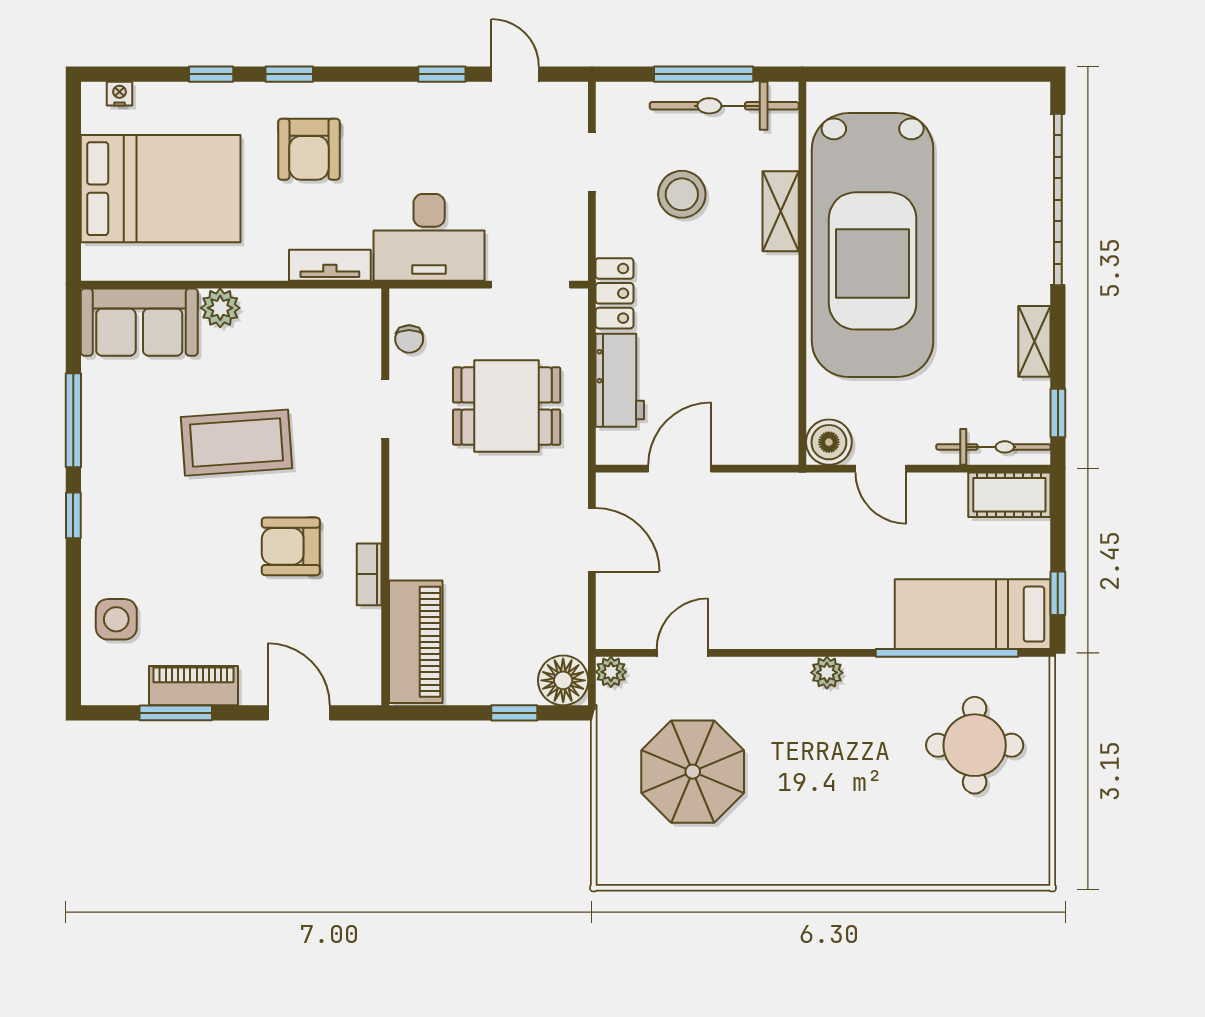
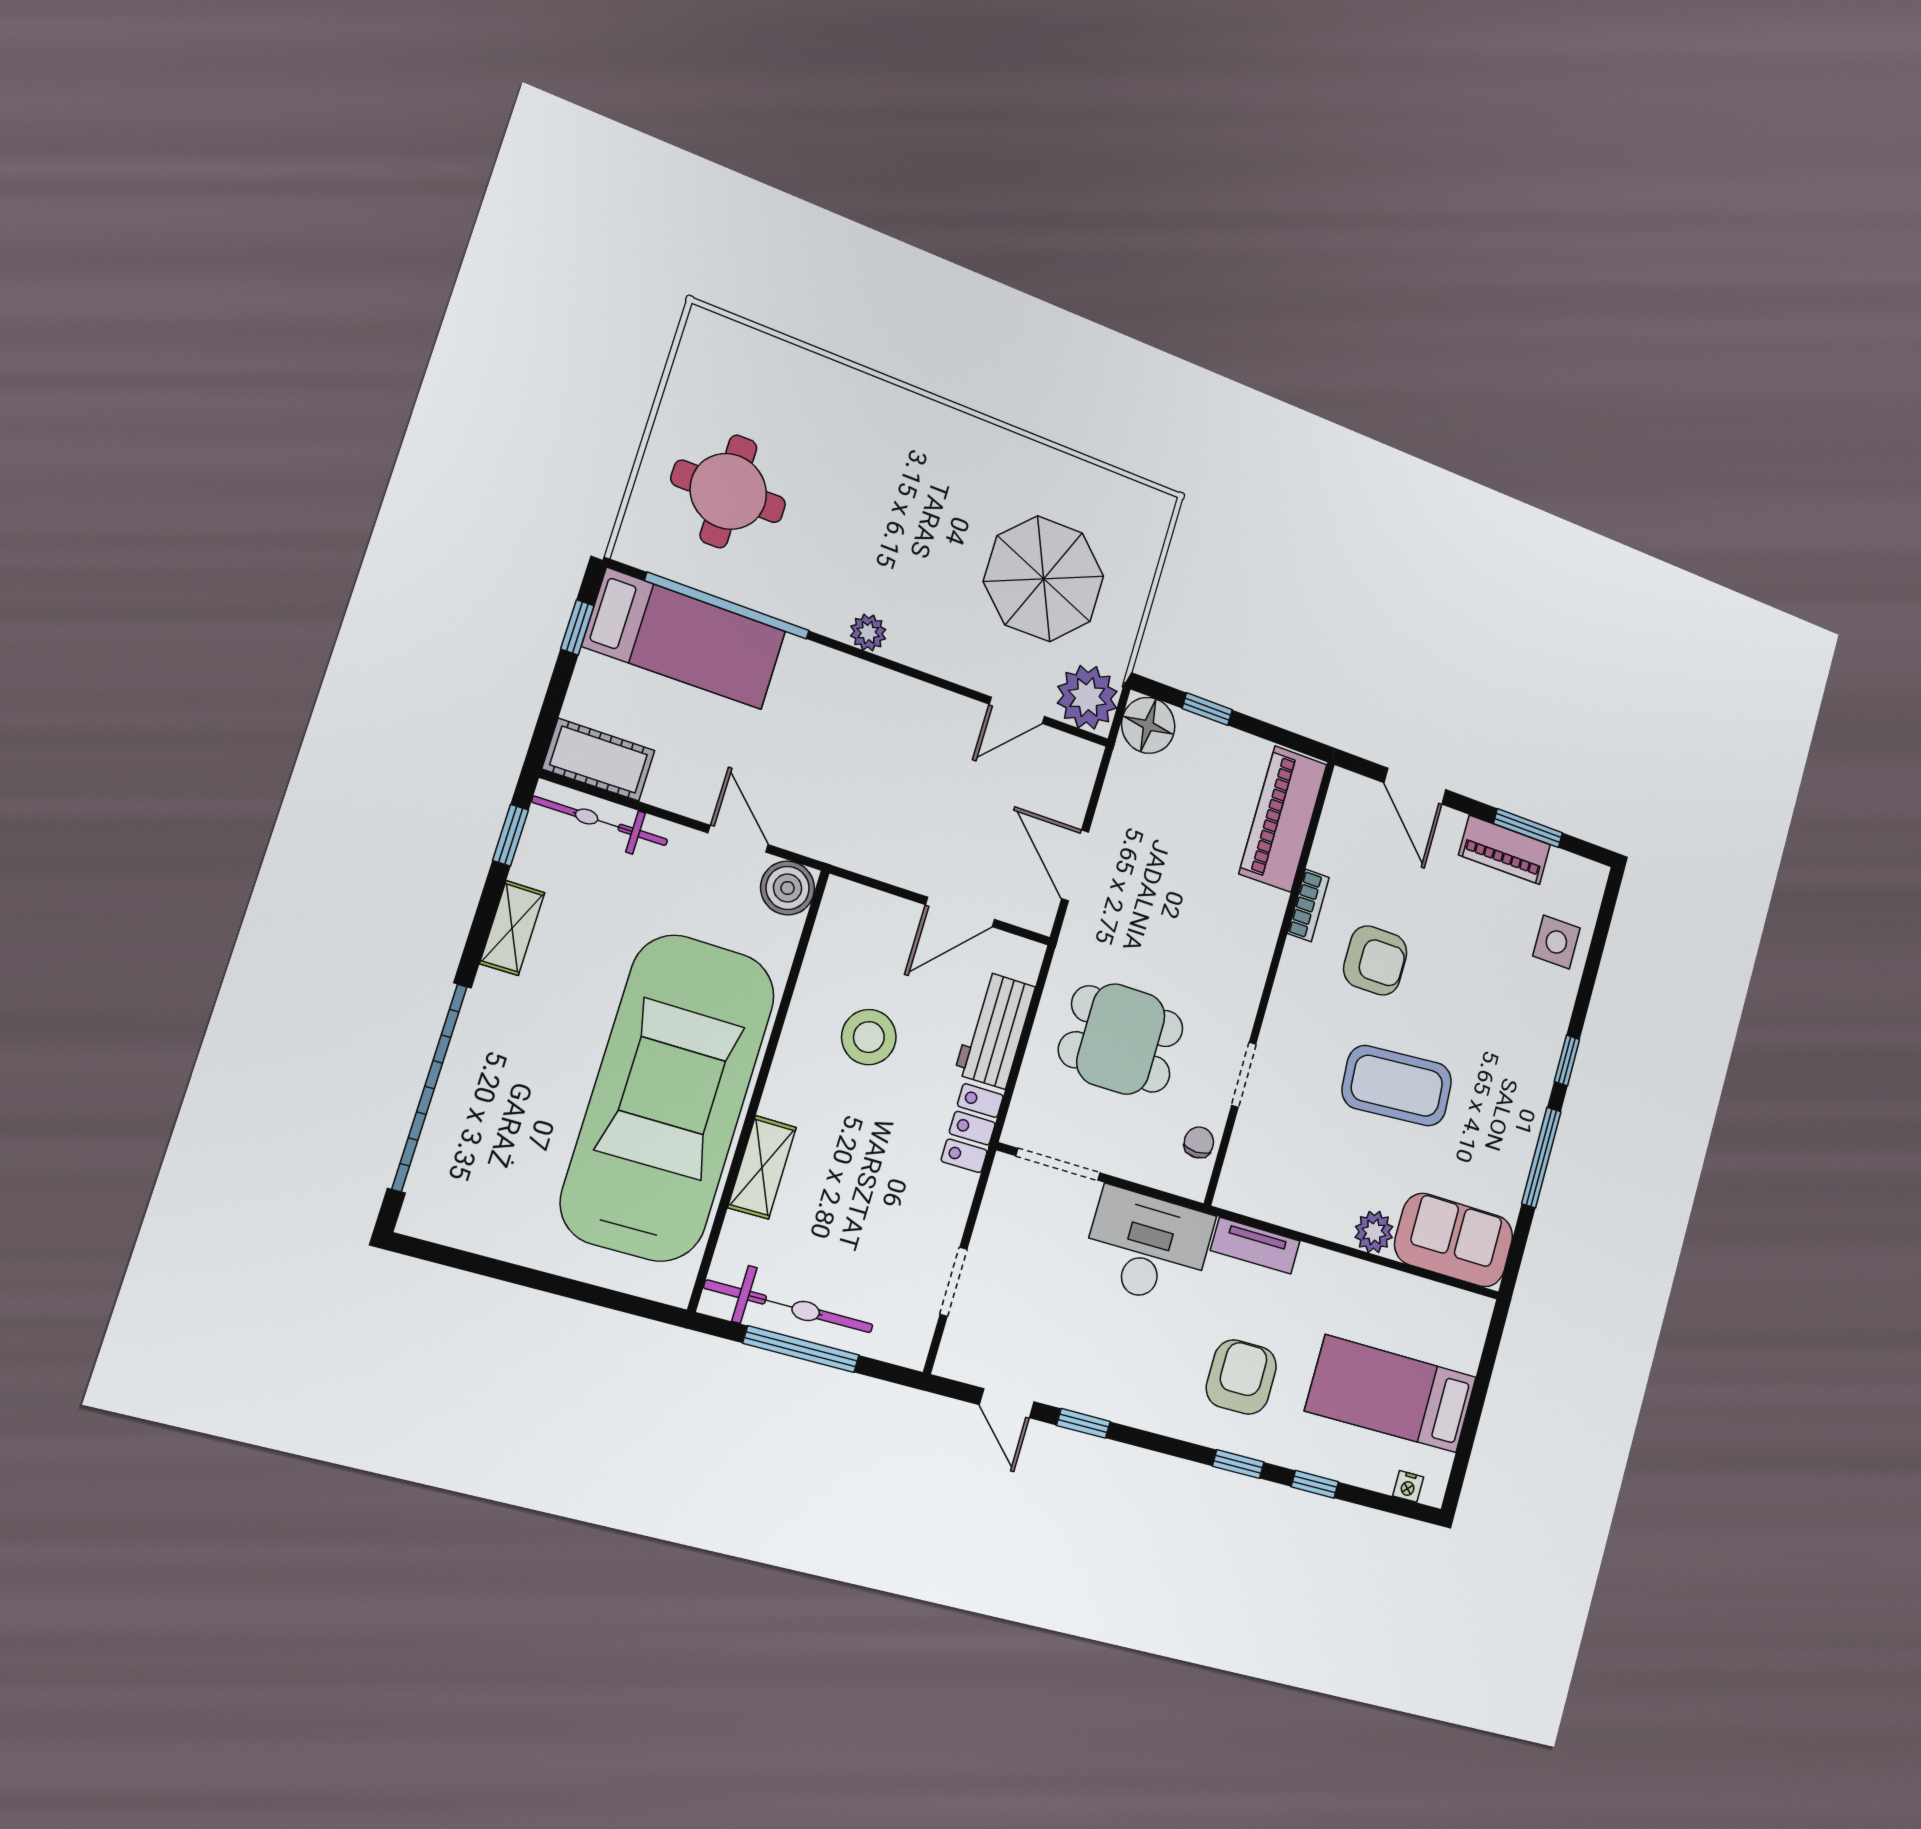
bed: (161, 189) -> (1391, 1394), width x0.67
stool: (682, 194) -> (869, 1037), moved
plant: (611, 672) -> (1087, 697), width x1.87, depth x1.87

